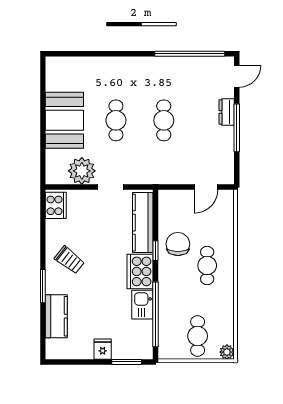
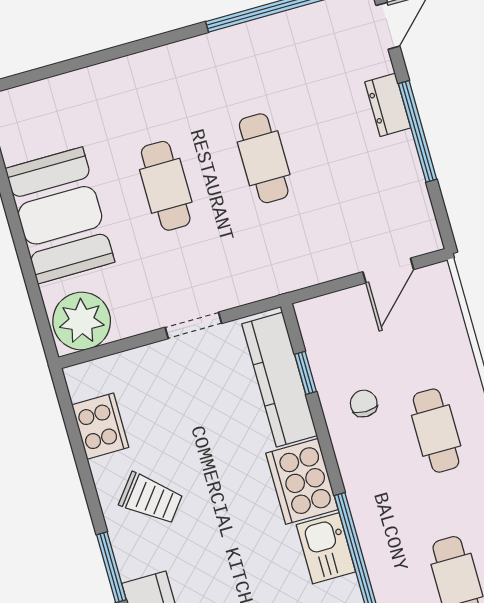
plant: (82, 171) -> (82, 321), moved
cooker: (56, 205) -> (100, 426), moved
chair: (178, 244) -> (364, 404), width x0.54, depth x0.54
window: (155, 251) -> (306, 373), moved

